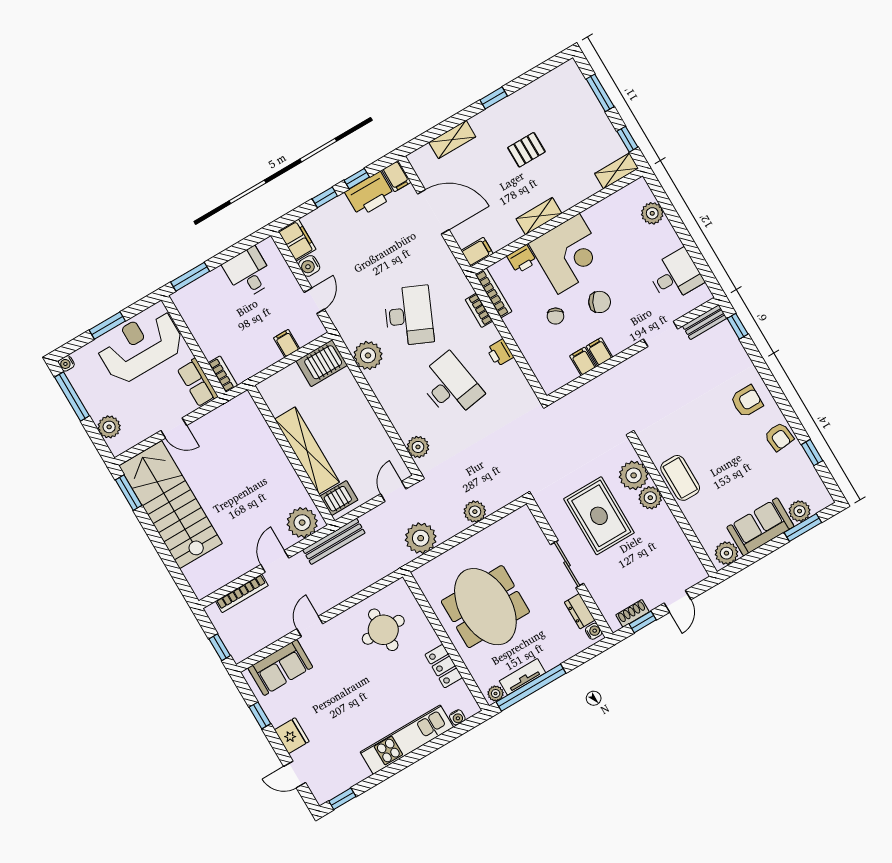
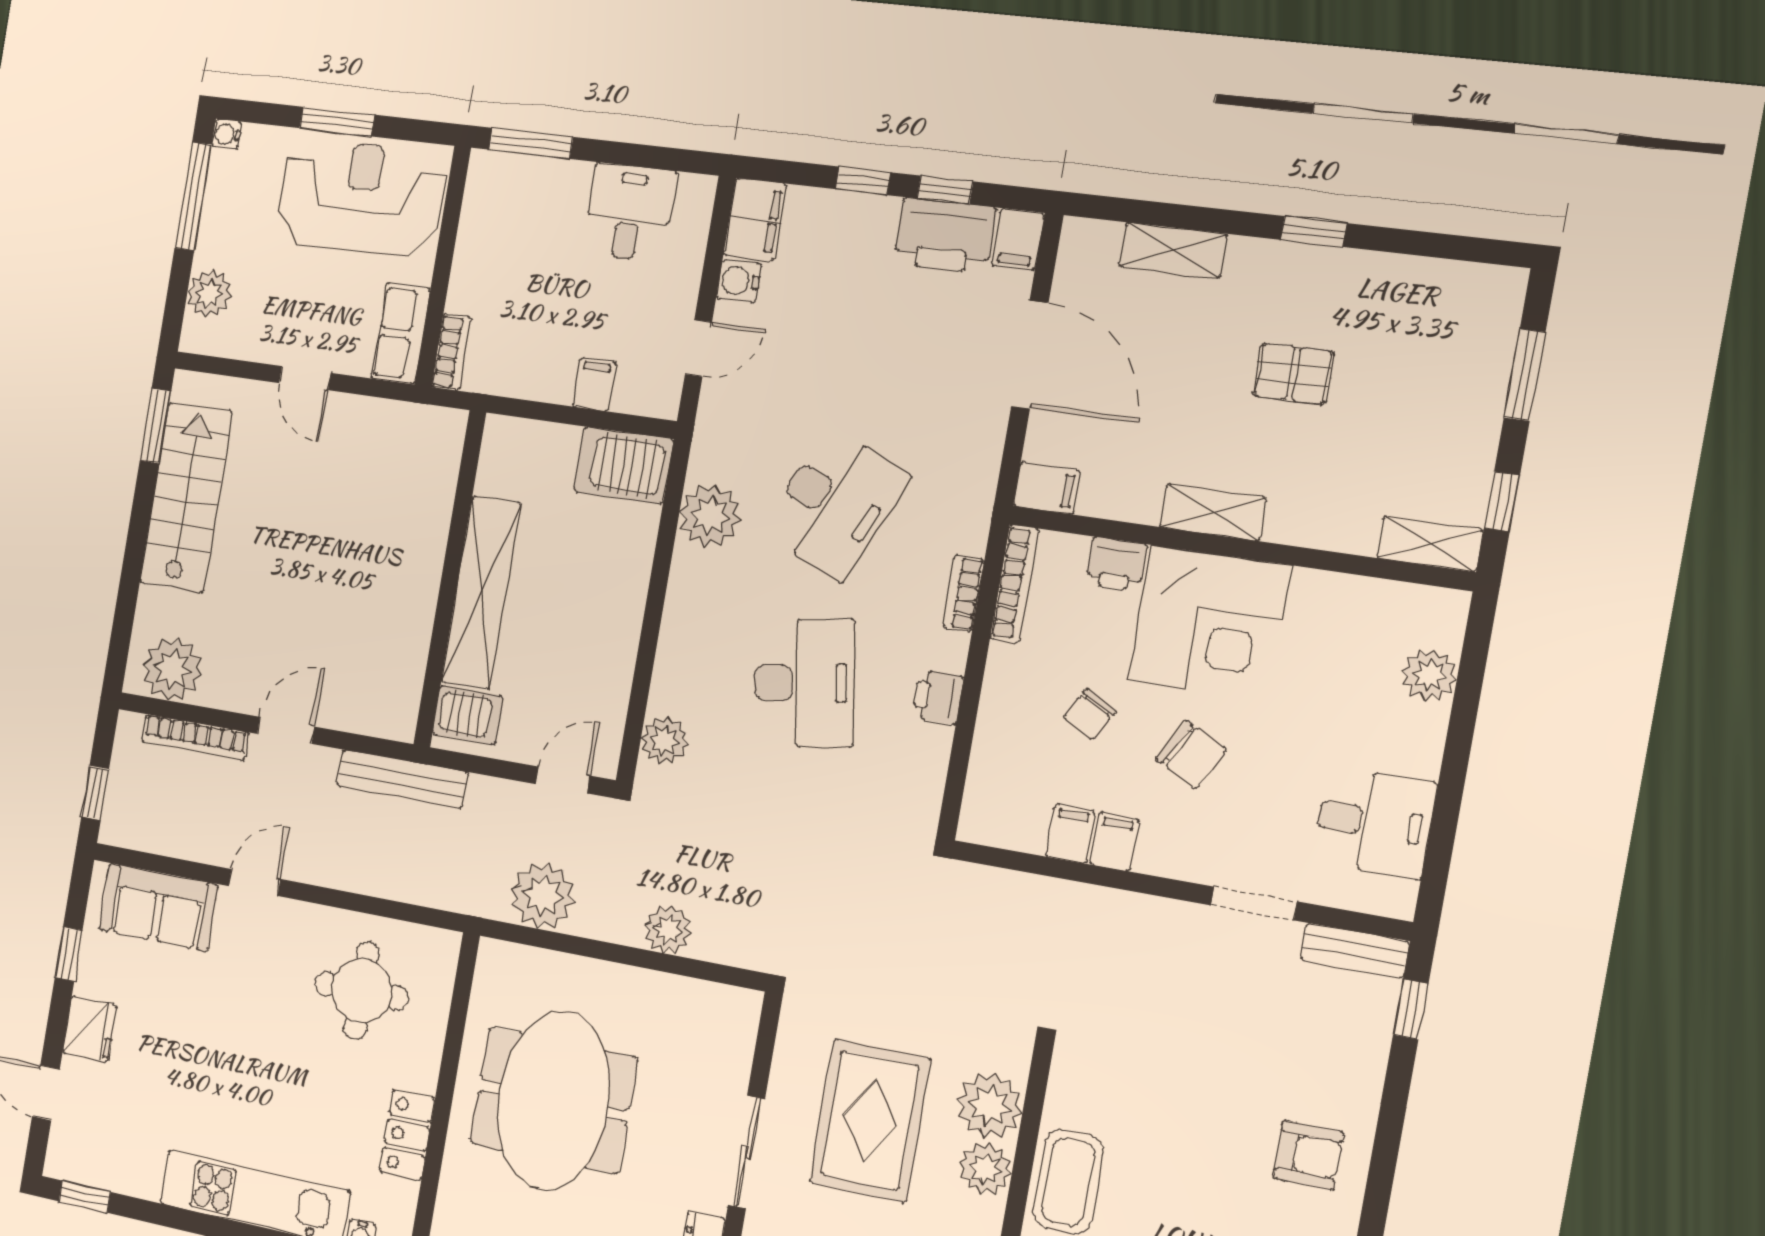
stairs: (171, 505) -> (186, 497), width x0.73, depth x0.66
plant: (302, 523) -> (172, 669), moved

